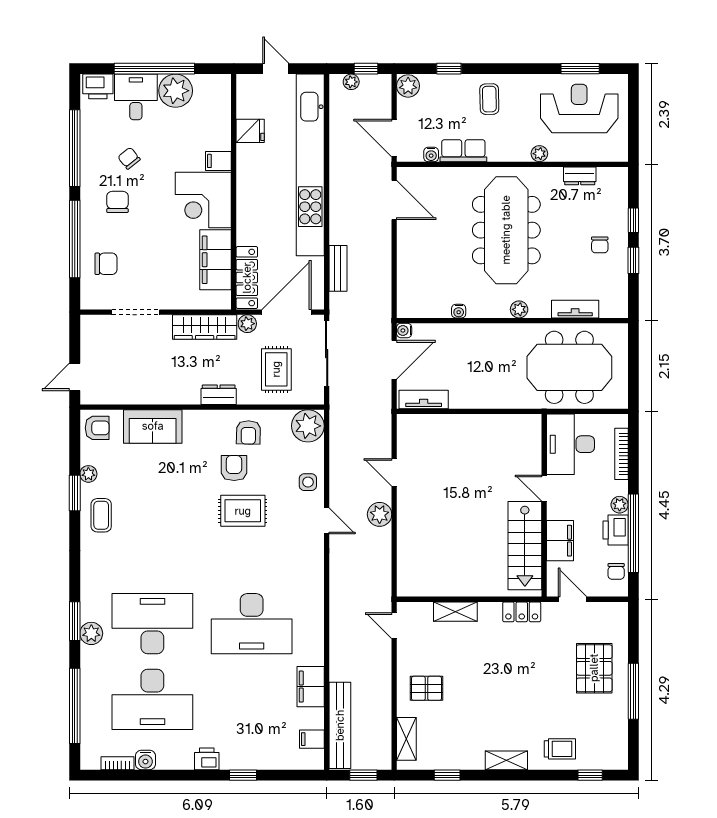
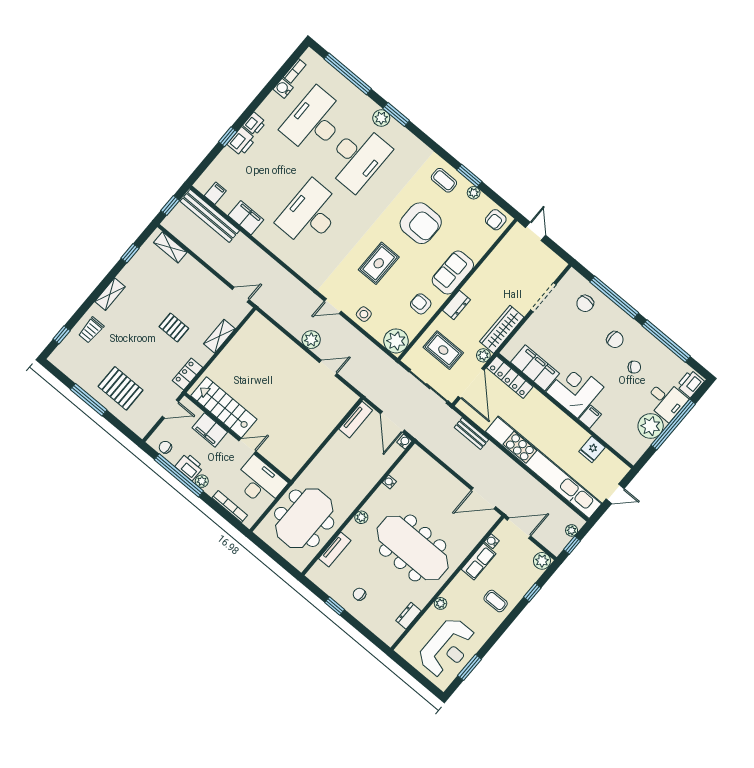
window: (633, 220) -> (357, 625), removed
sofa: (153, 426) -> (453, 273), moved
armchair: (234, 468) -> (421, 223), moved, width x1.88, depth x1.88
pallet: (426, 688) -> (174, 328), moved, turned 90
printer: (236, 757) -> (241, 142), added

